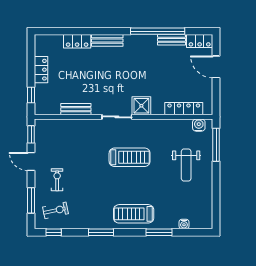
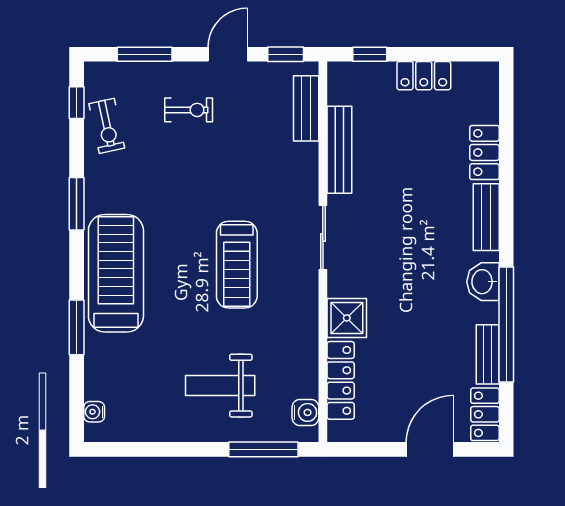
washbasin: (138, 42) -> (483, 282), added
shower: (141, 106) -> (347, 318), moved
bench: (76, 109) -> (339, 150), width x1.36
bench: (56, 125) -> (306, 108), added
exercise bike: (55, 210) -> (107, 126), moved
treadmill: (134, 214) -> (116, 273), width x1.37, depth x1.38
water cooler: (184, 224) -> (94, 412), moved

